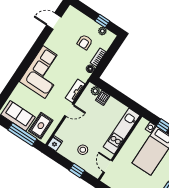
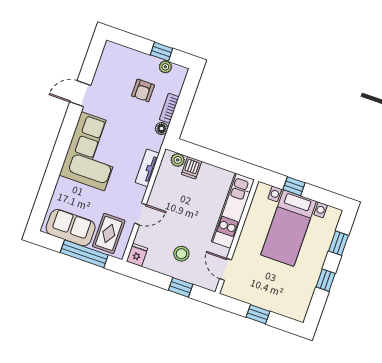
door: (54, 21) -> (80, 94), moved
door: (69, 110) -> (141, 214), moved

